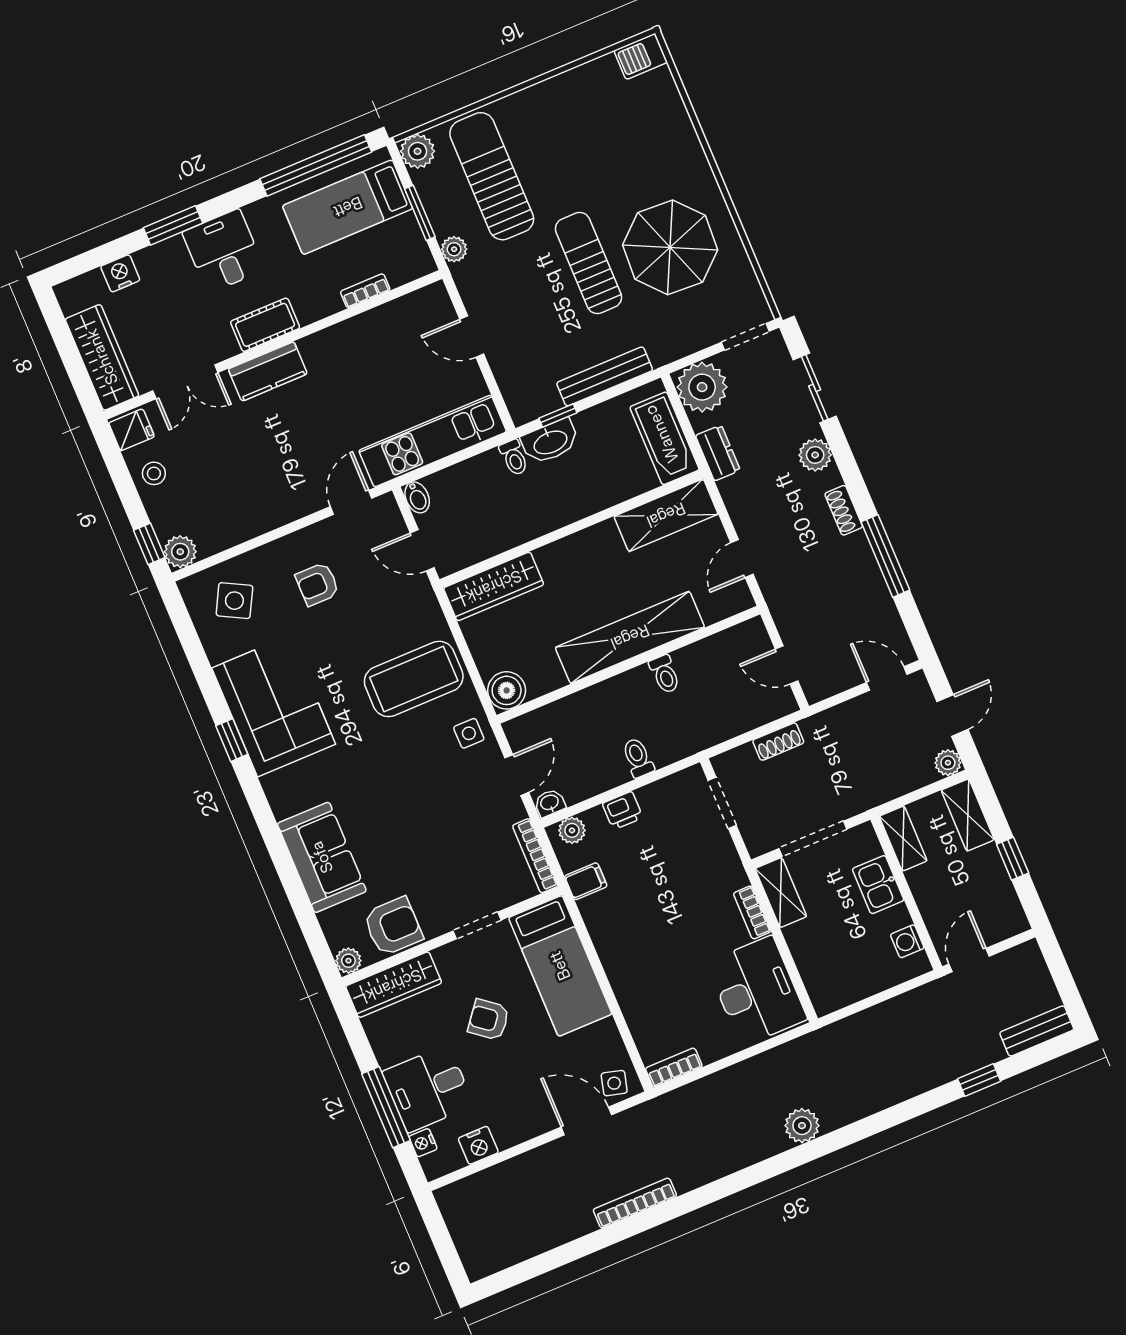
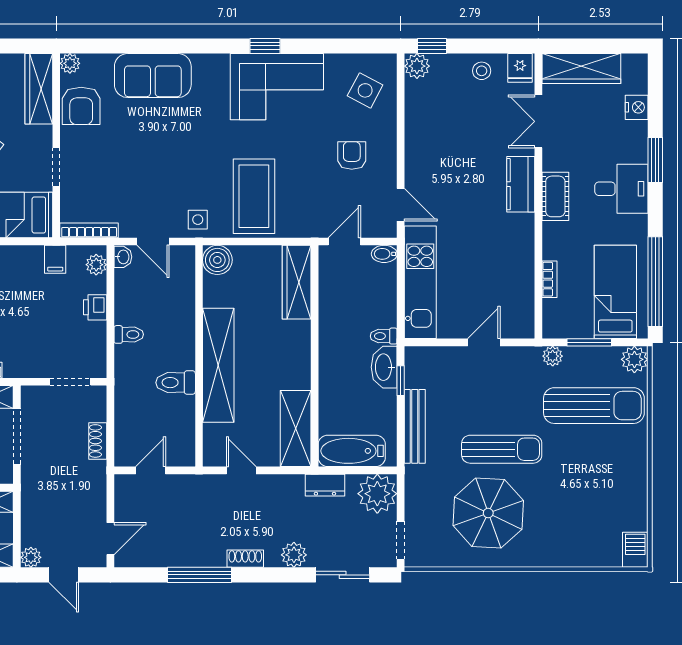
toilet: (665, 674) -> (176, 383), width x1.37, depth x1.39

